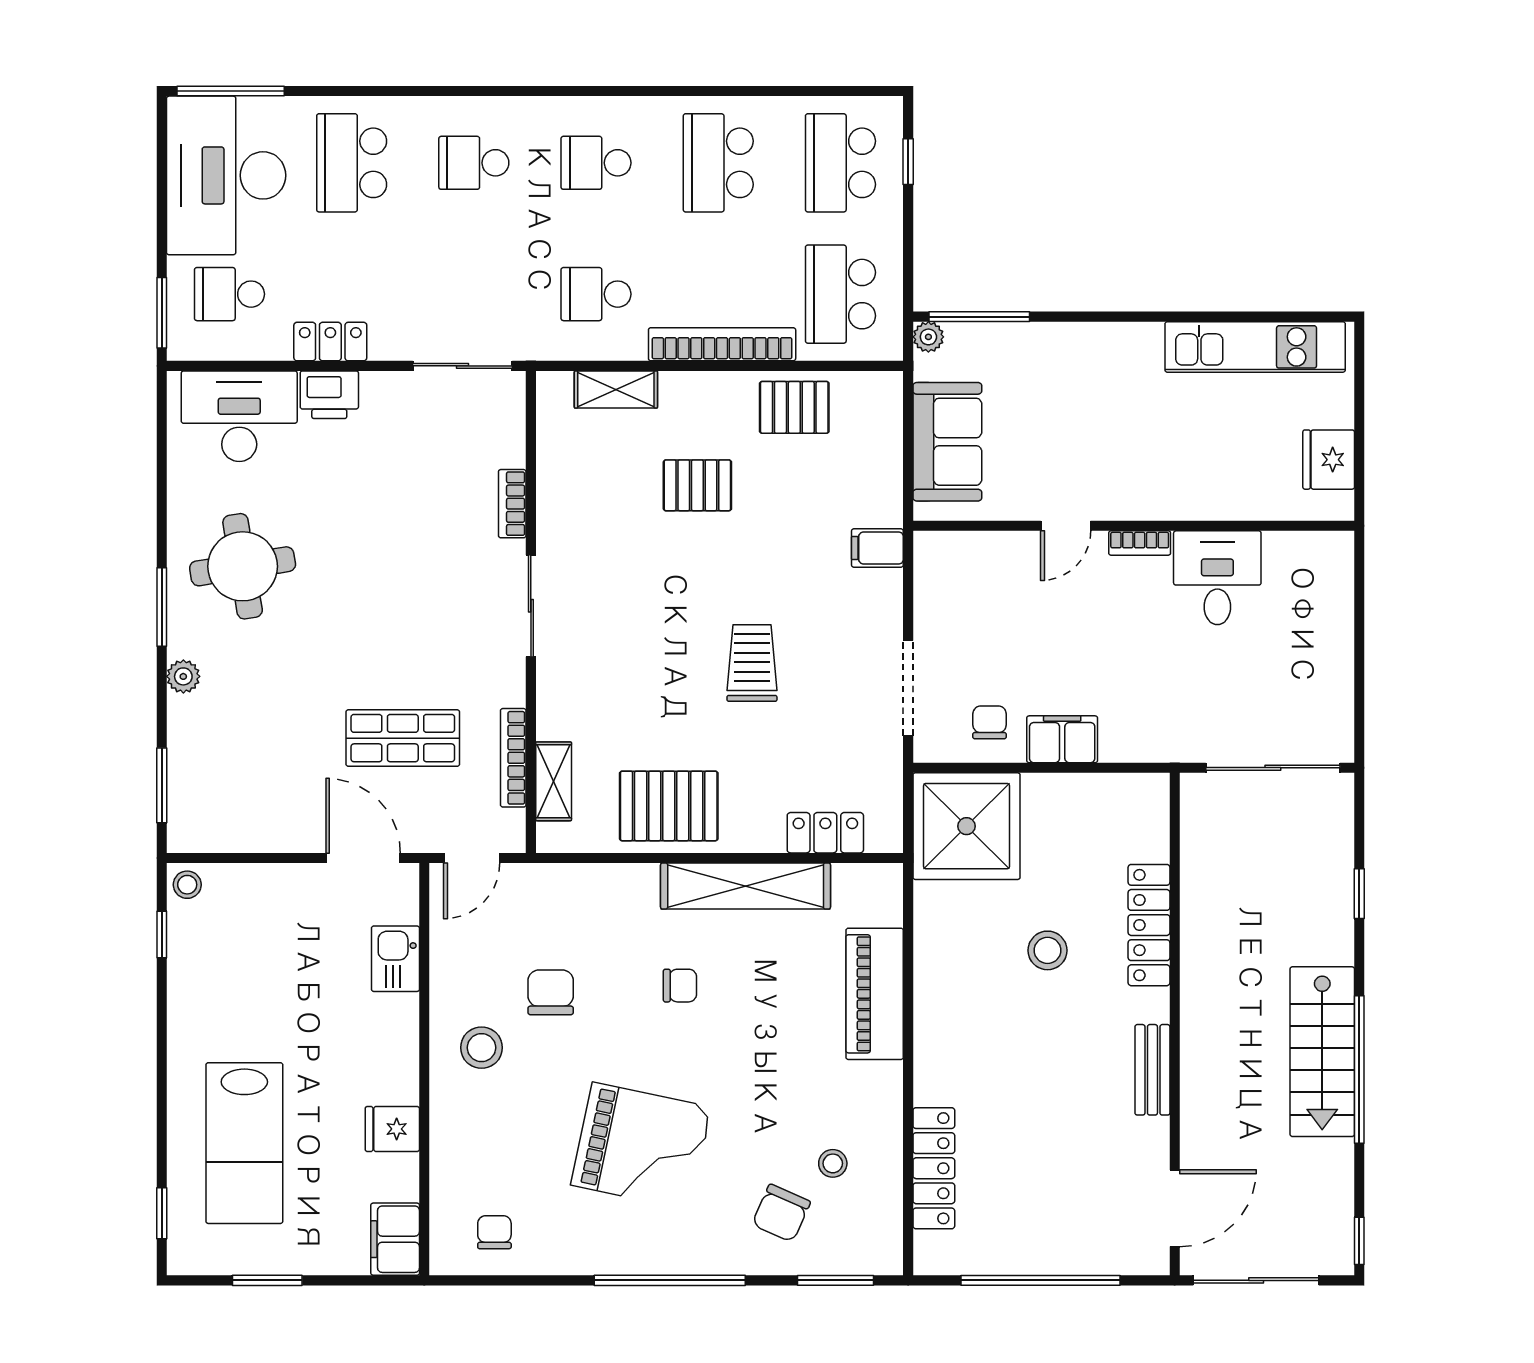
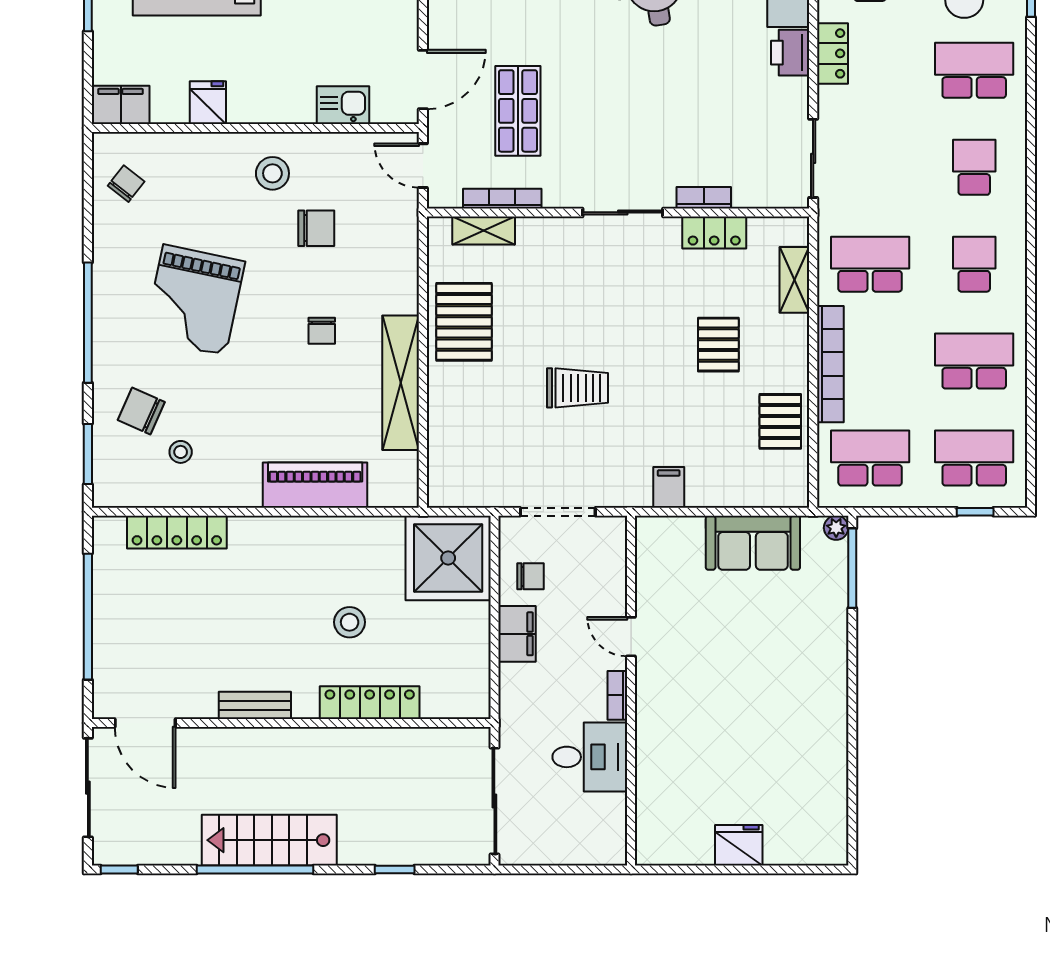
school desk: (596, 294) -> (870, 264), width x1.85
kitchen unit: (1255, 347) -> (828, 787), removed
door: (1066, 526) -> (631, 637), moved
wall: (1134, 526) -> (631, 691), moved
bookcase: (1140, 543) -> (617, 695), moved
desk: (1217, 578) -> (590, 757), moved
locker: (825, 833) -> (714, 232), moved, turned 90
chair: (494, 1232) -> (126, 184), turned -52

